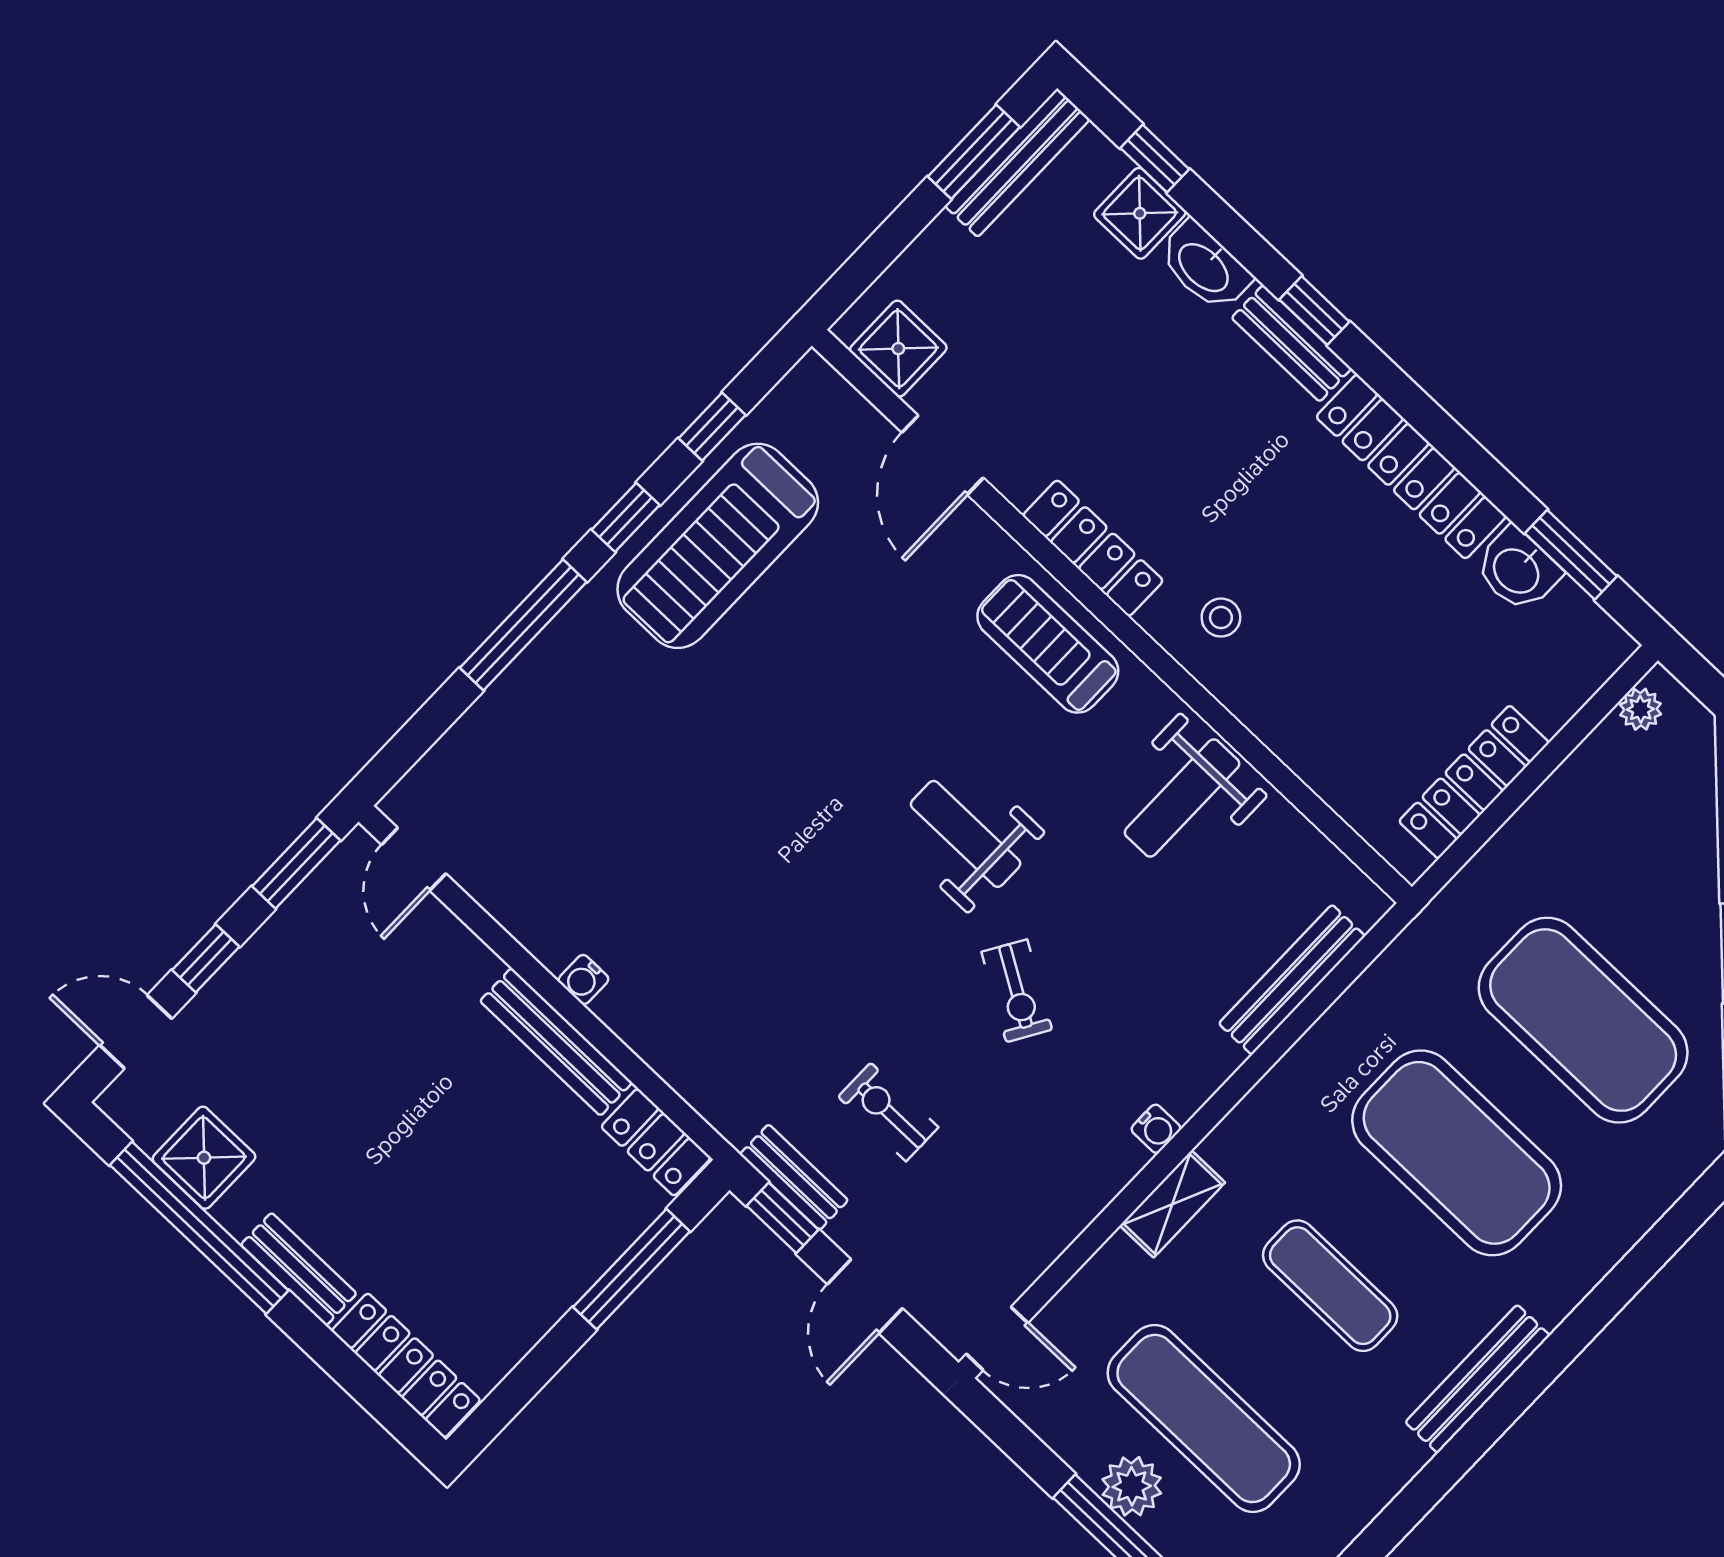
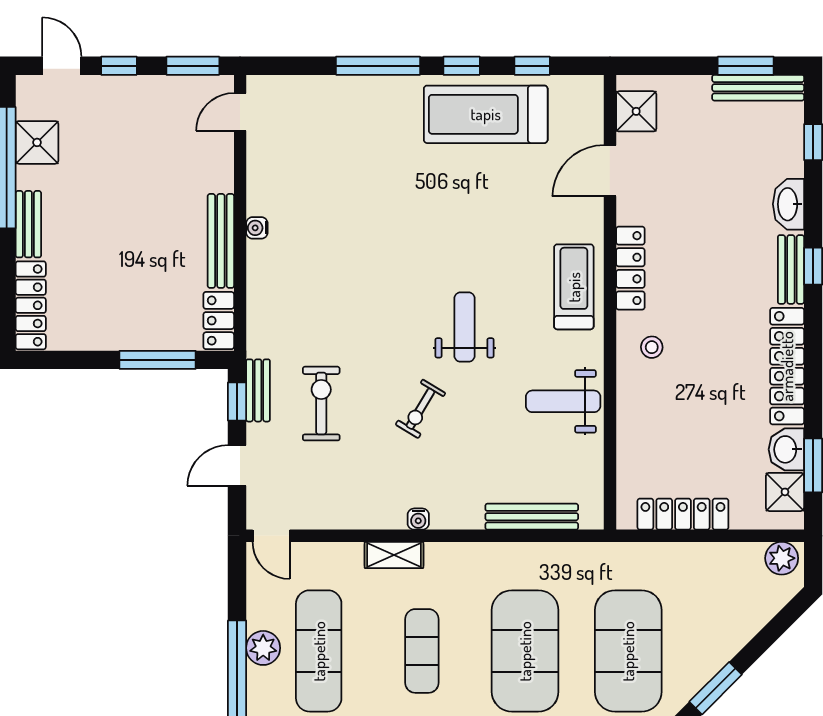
shower: (1140, 213) -> (785, 492), moved
plant: (1640, 709) -> (782, 558), width x1.38, depth x1.38
exercise bike: (888, 1112) -> (321, 404), width x1.38, depth x1.39

